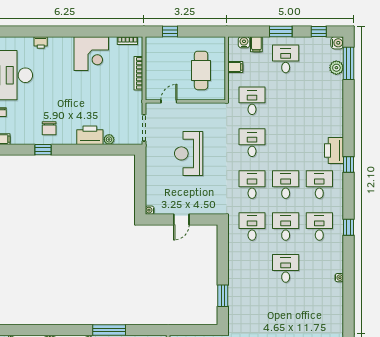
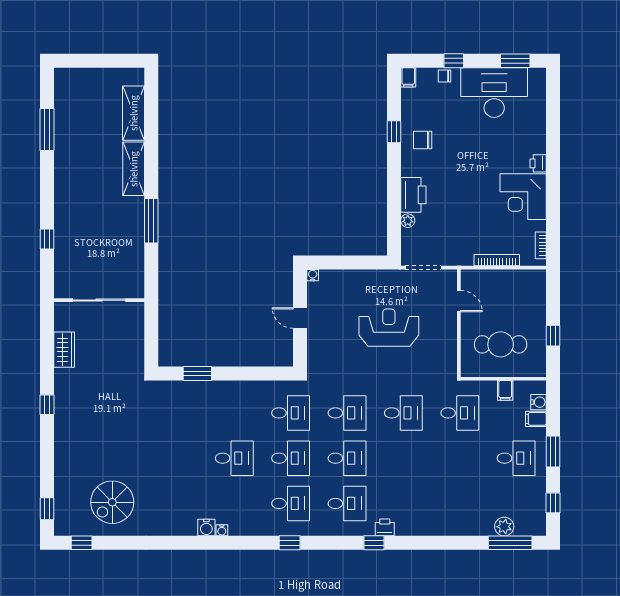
window: (170, 31) -> (553, 336), moved
printer: (41, 43) -> (538, 163), moved
water cooler: (337, 43) -> (206, 528), moved
printer: (334, 151) -> (385, 527), width x0.53, depth x0.68

